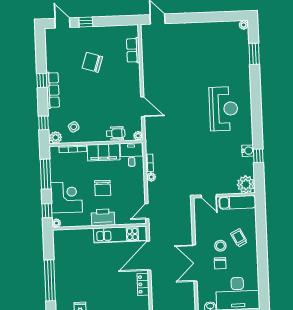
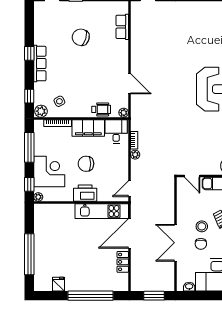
chair: (103, 188) -> (86, 164), turned 90

